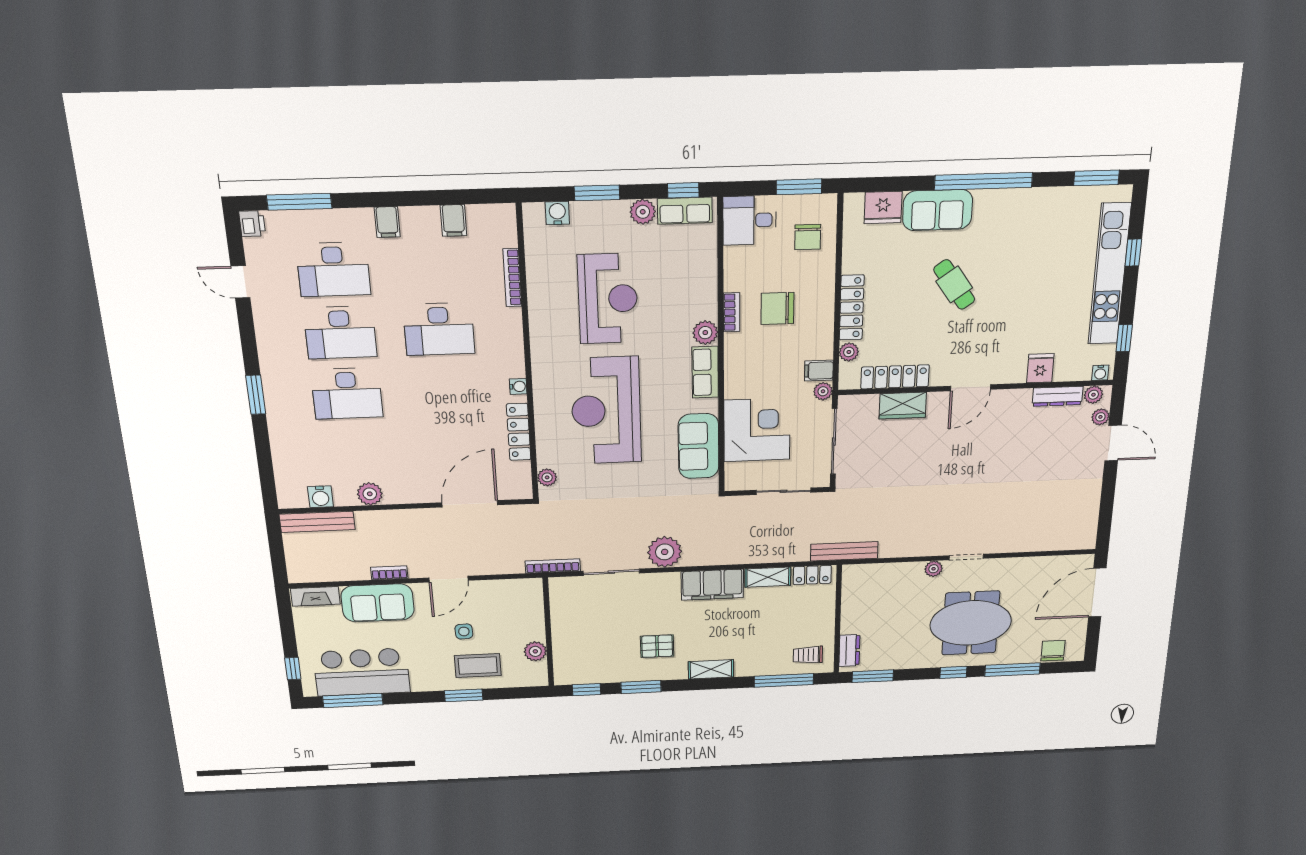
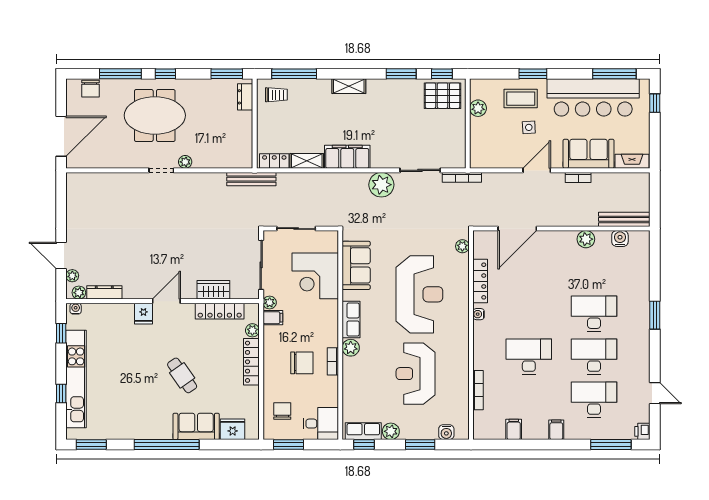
fridge: (1040, 368) -> (143, 314), moved
pallet: (657, 646) -> (443, 96), moved, width x1.50, depth x1.42
bar counter: (362, 672) -> (593, 97), width x1.36

